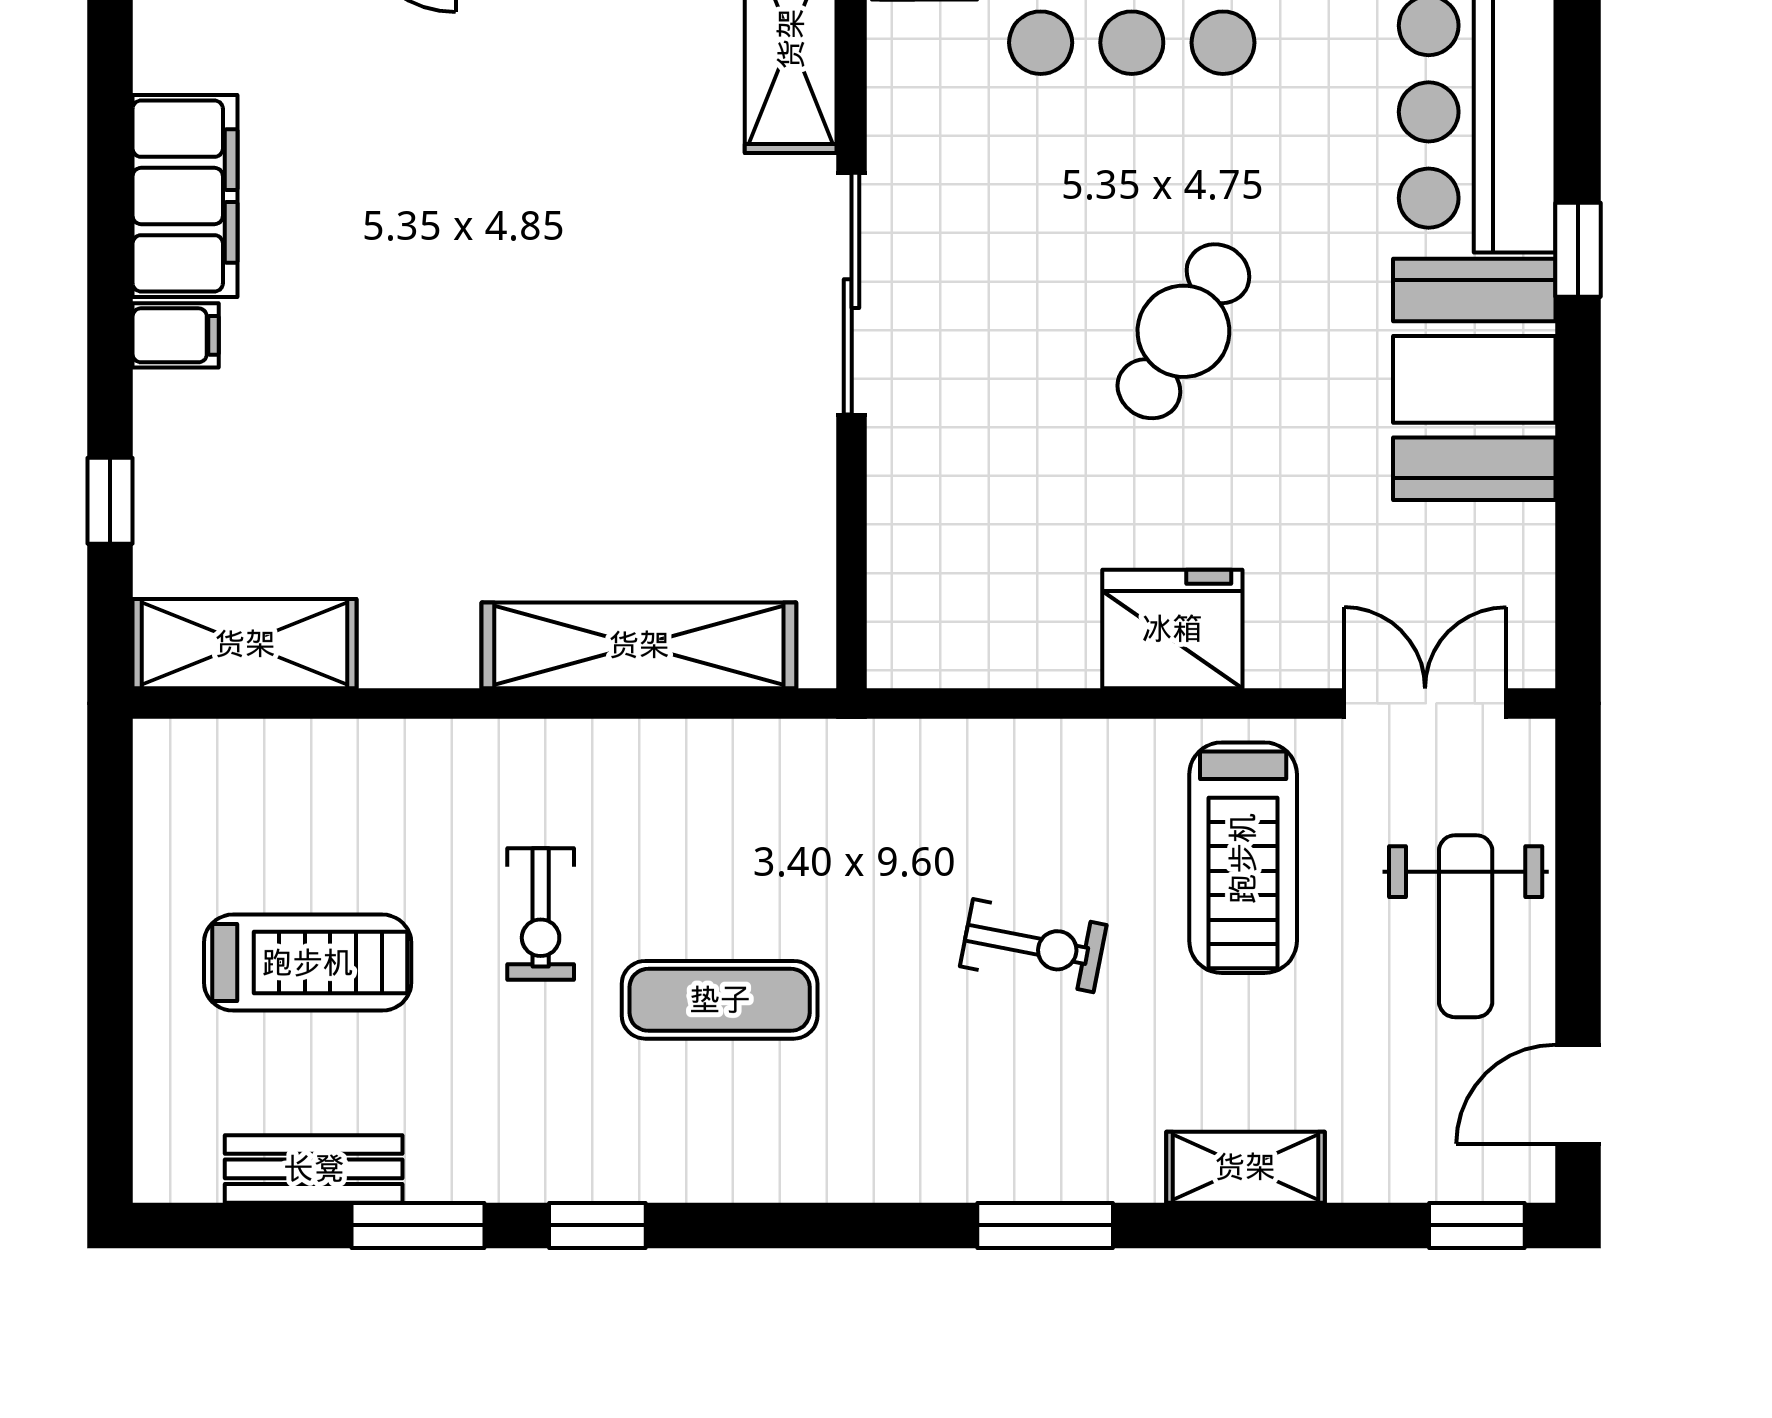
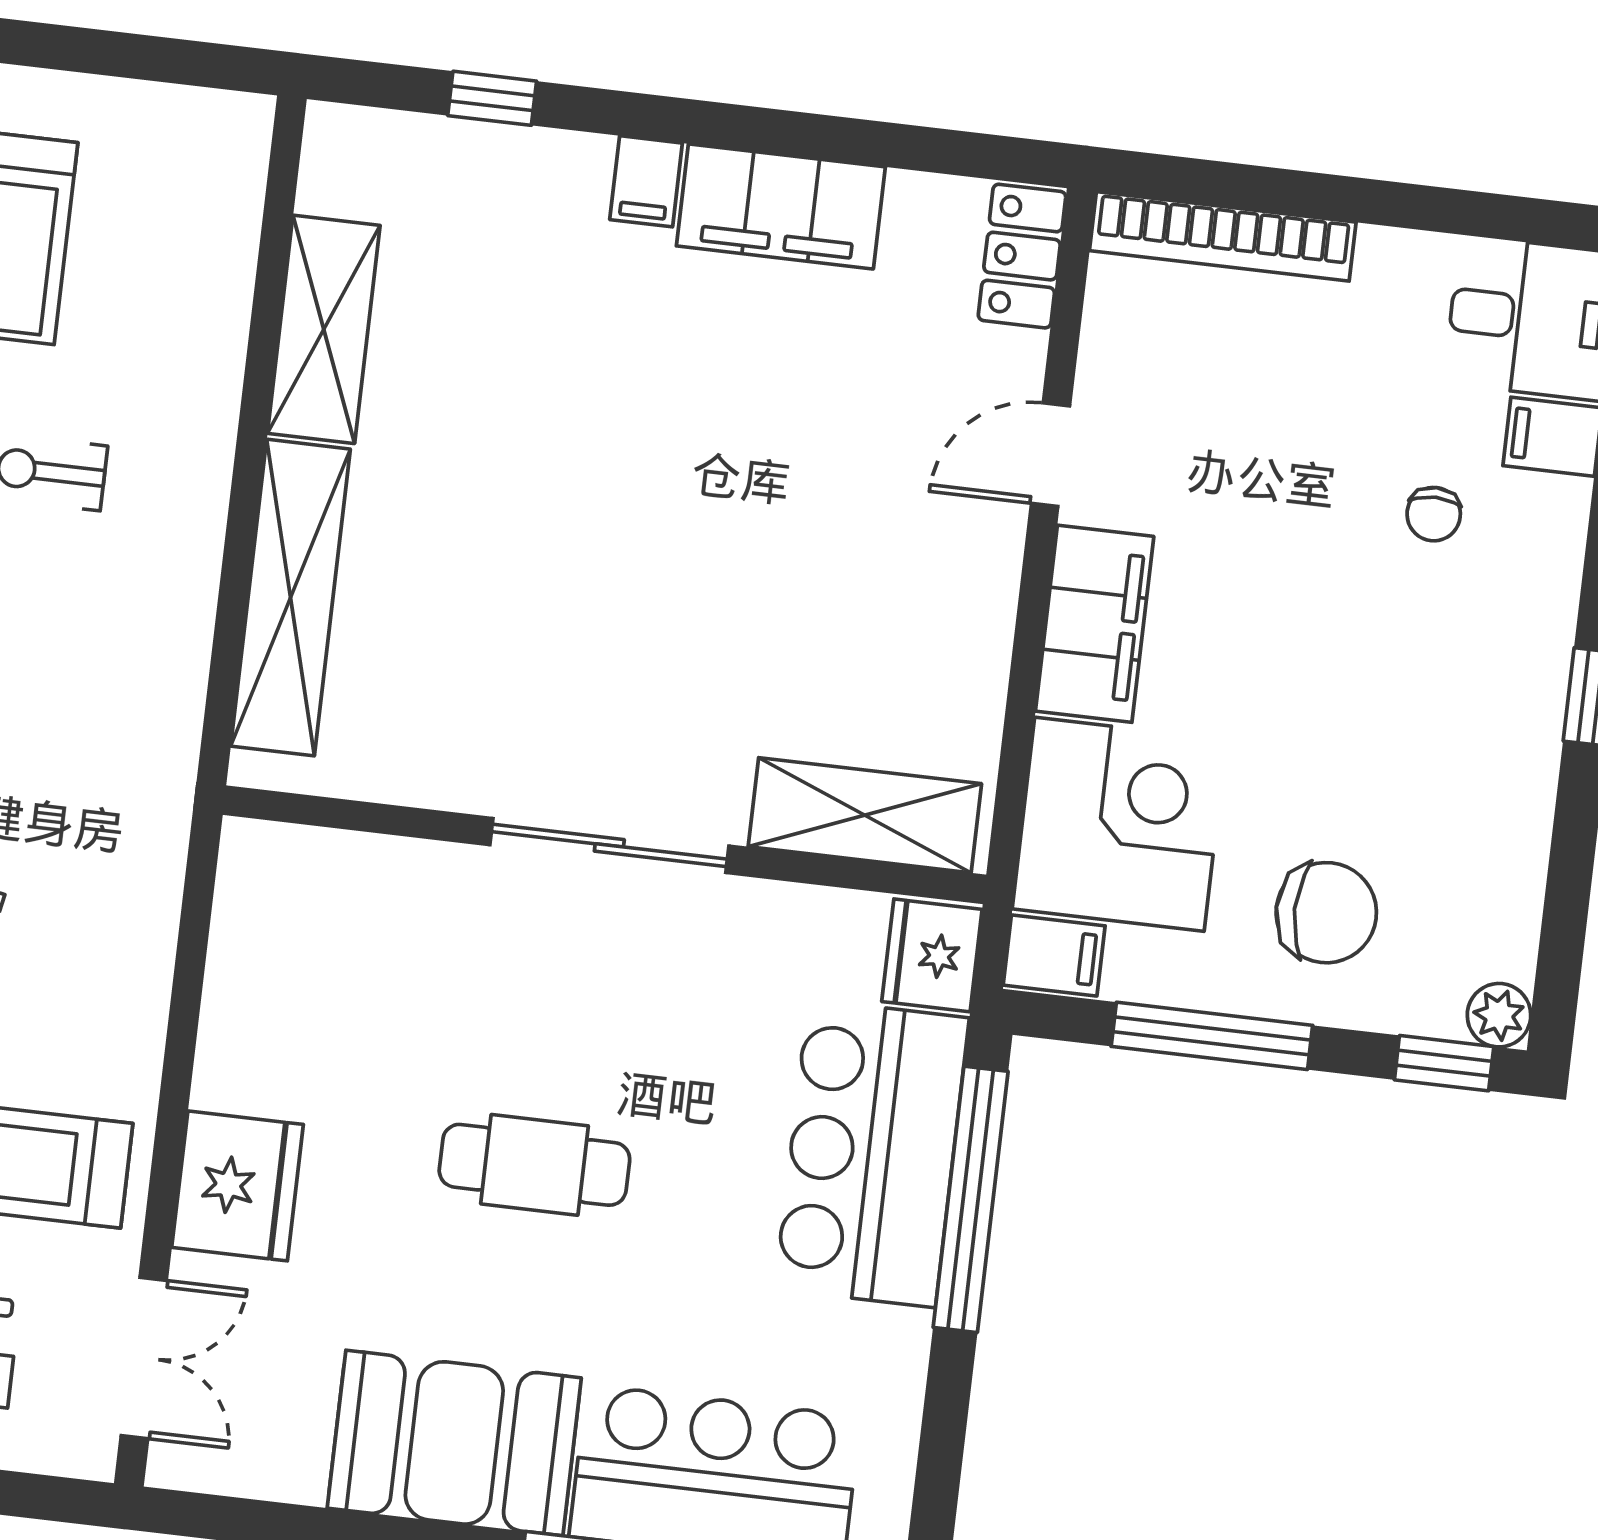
cafe table: (1183, 331) -> (534, 1165), turned -31
fridge: (1172, 629) -> (238, 1186), moved
shelving: (245, 644) -> (324, 329), moved

